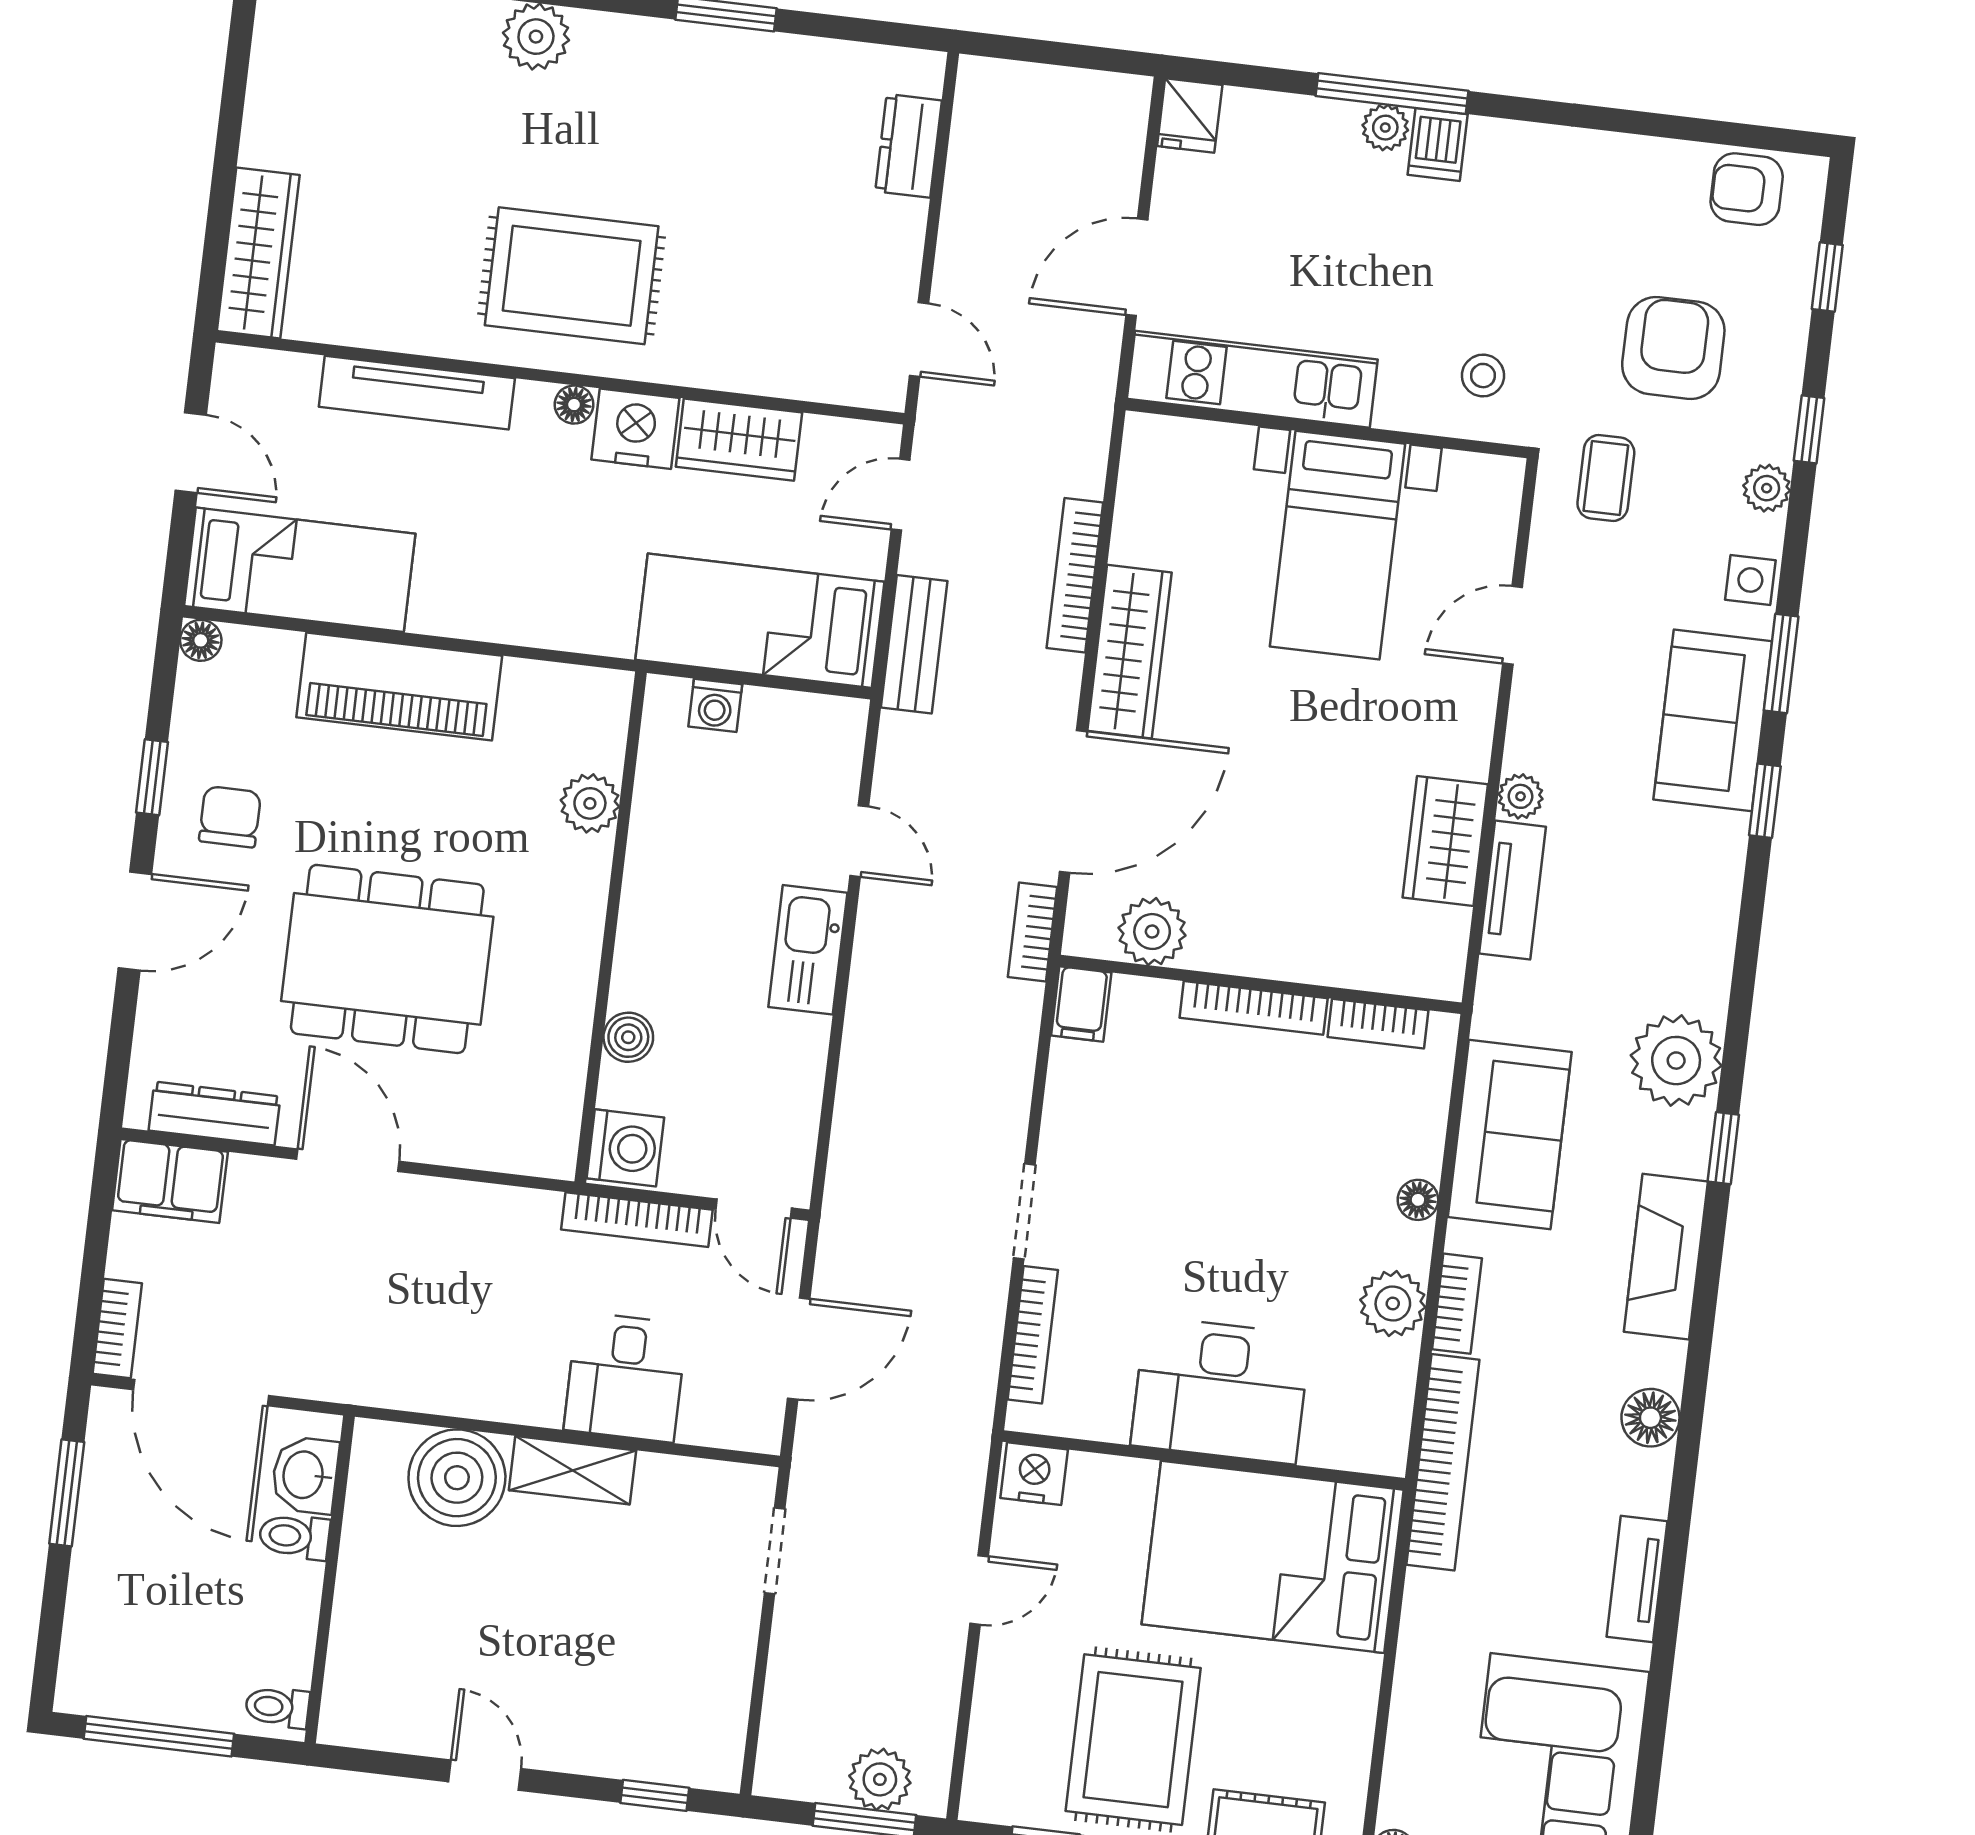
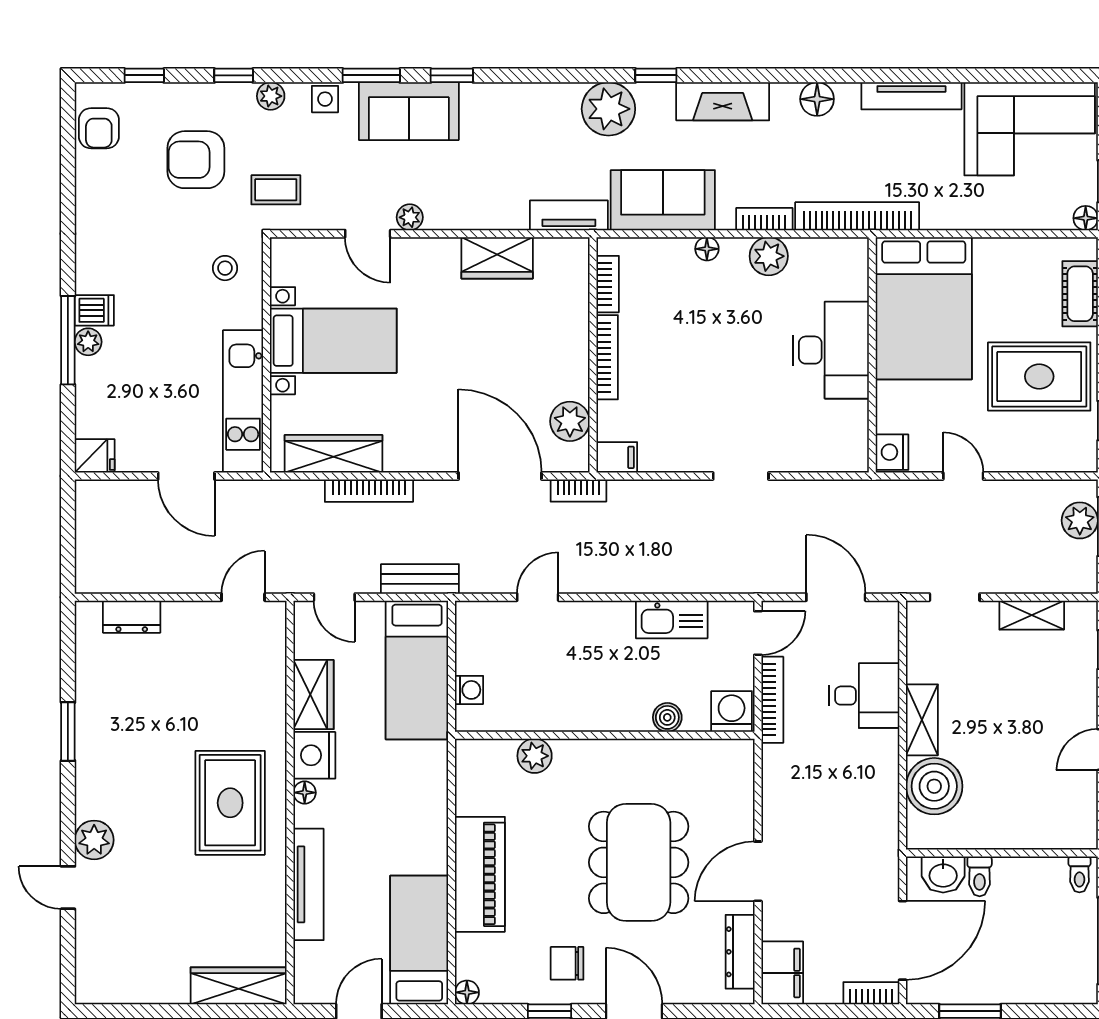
wardrobe: (1129, 652) -> (334, 454), moved
plant: (1521, 796) -> (410, 217), moved
tv unit: (1513, 890) -> (569, 215), moved
kitchen sink: (808, 950) -> (672, 619), moved
bookcase: (1033, 1335) -> (812, 463), removed
tv unit: (1637, 1579) -> (911, 96), width x1.41
shelving: (728, 1678) -> (1032, 615), added

